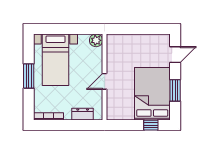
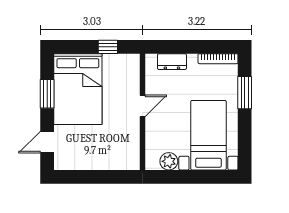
plant: (96, 40) -> (169, 161), moved
window: (29, 76) -> (245, 93), moved
window: (151, 125) -> (108, 47), moved

